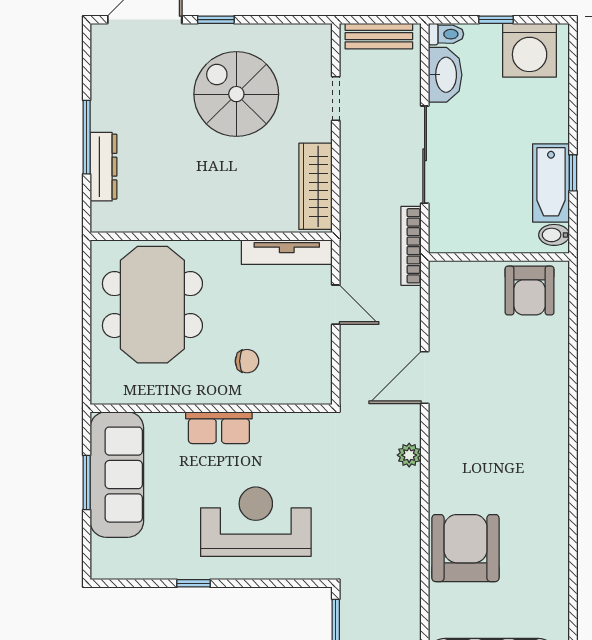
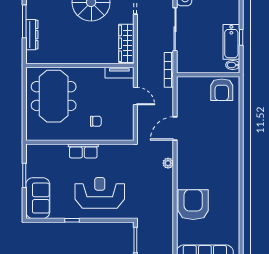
tv unit: (287, 252) -> (119, 73), width x0.71
sofa: (117, 475) -> (38, 198), moved, width x0.73

